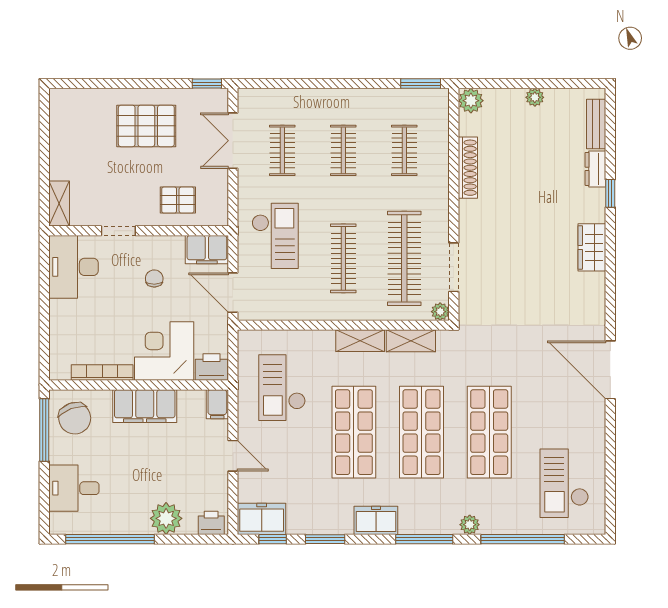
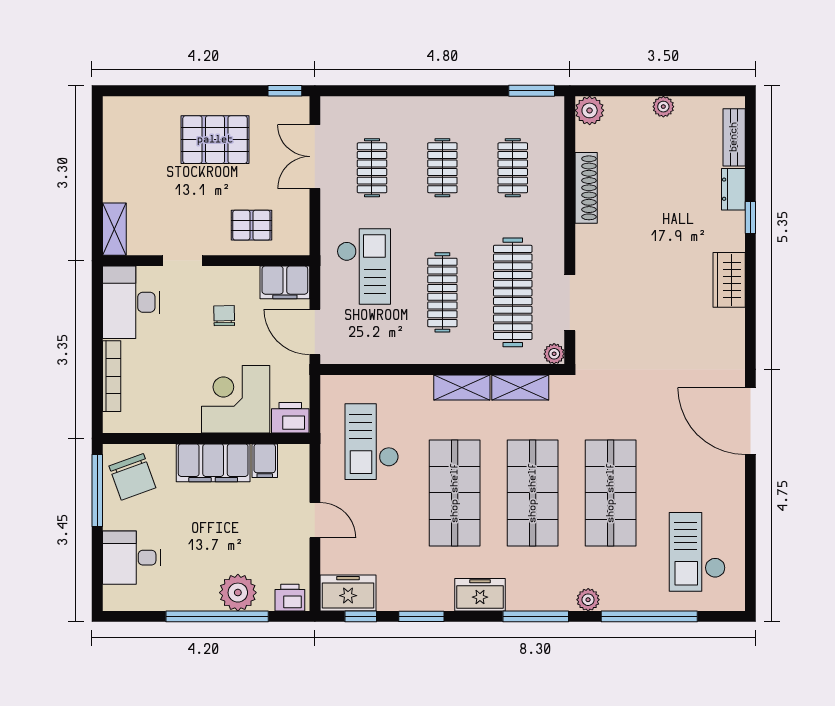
bookcase: (102, 372) -> (112, 376), moved, turned 90
filing cabinet: (217, 404) -> (265, 461), moved
window: (110, 539) -> (217, 616), moved

